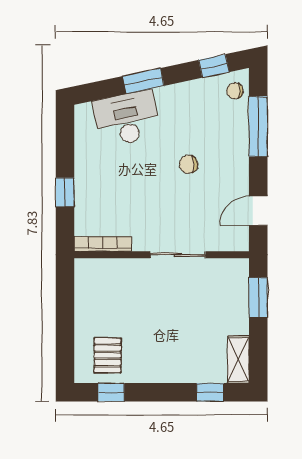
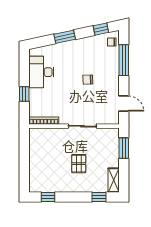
desk: (127, 119) -> (41, 72), moved, turned -78
door: (258, 211) -> (124, 104), swing flipped
pallet: (108, 355) -> (79, 164), moved

